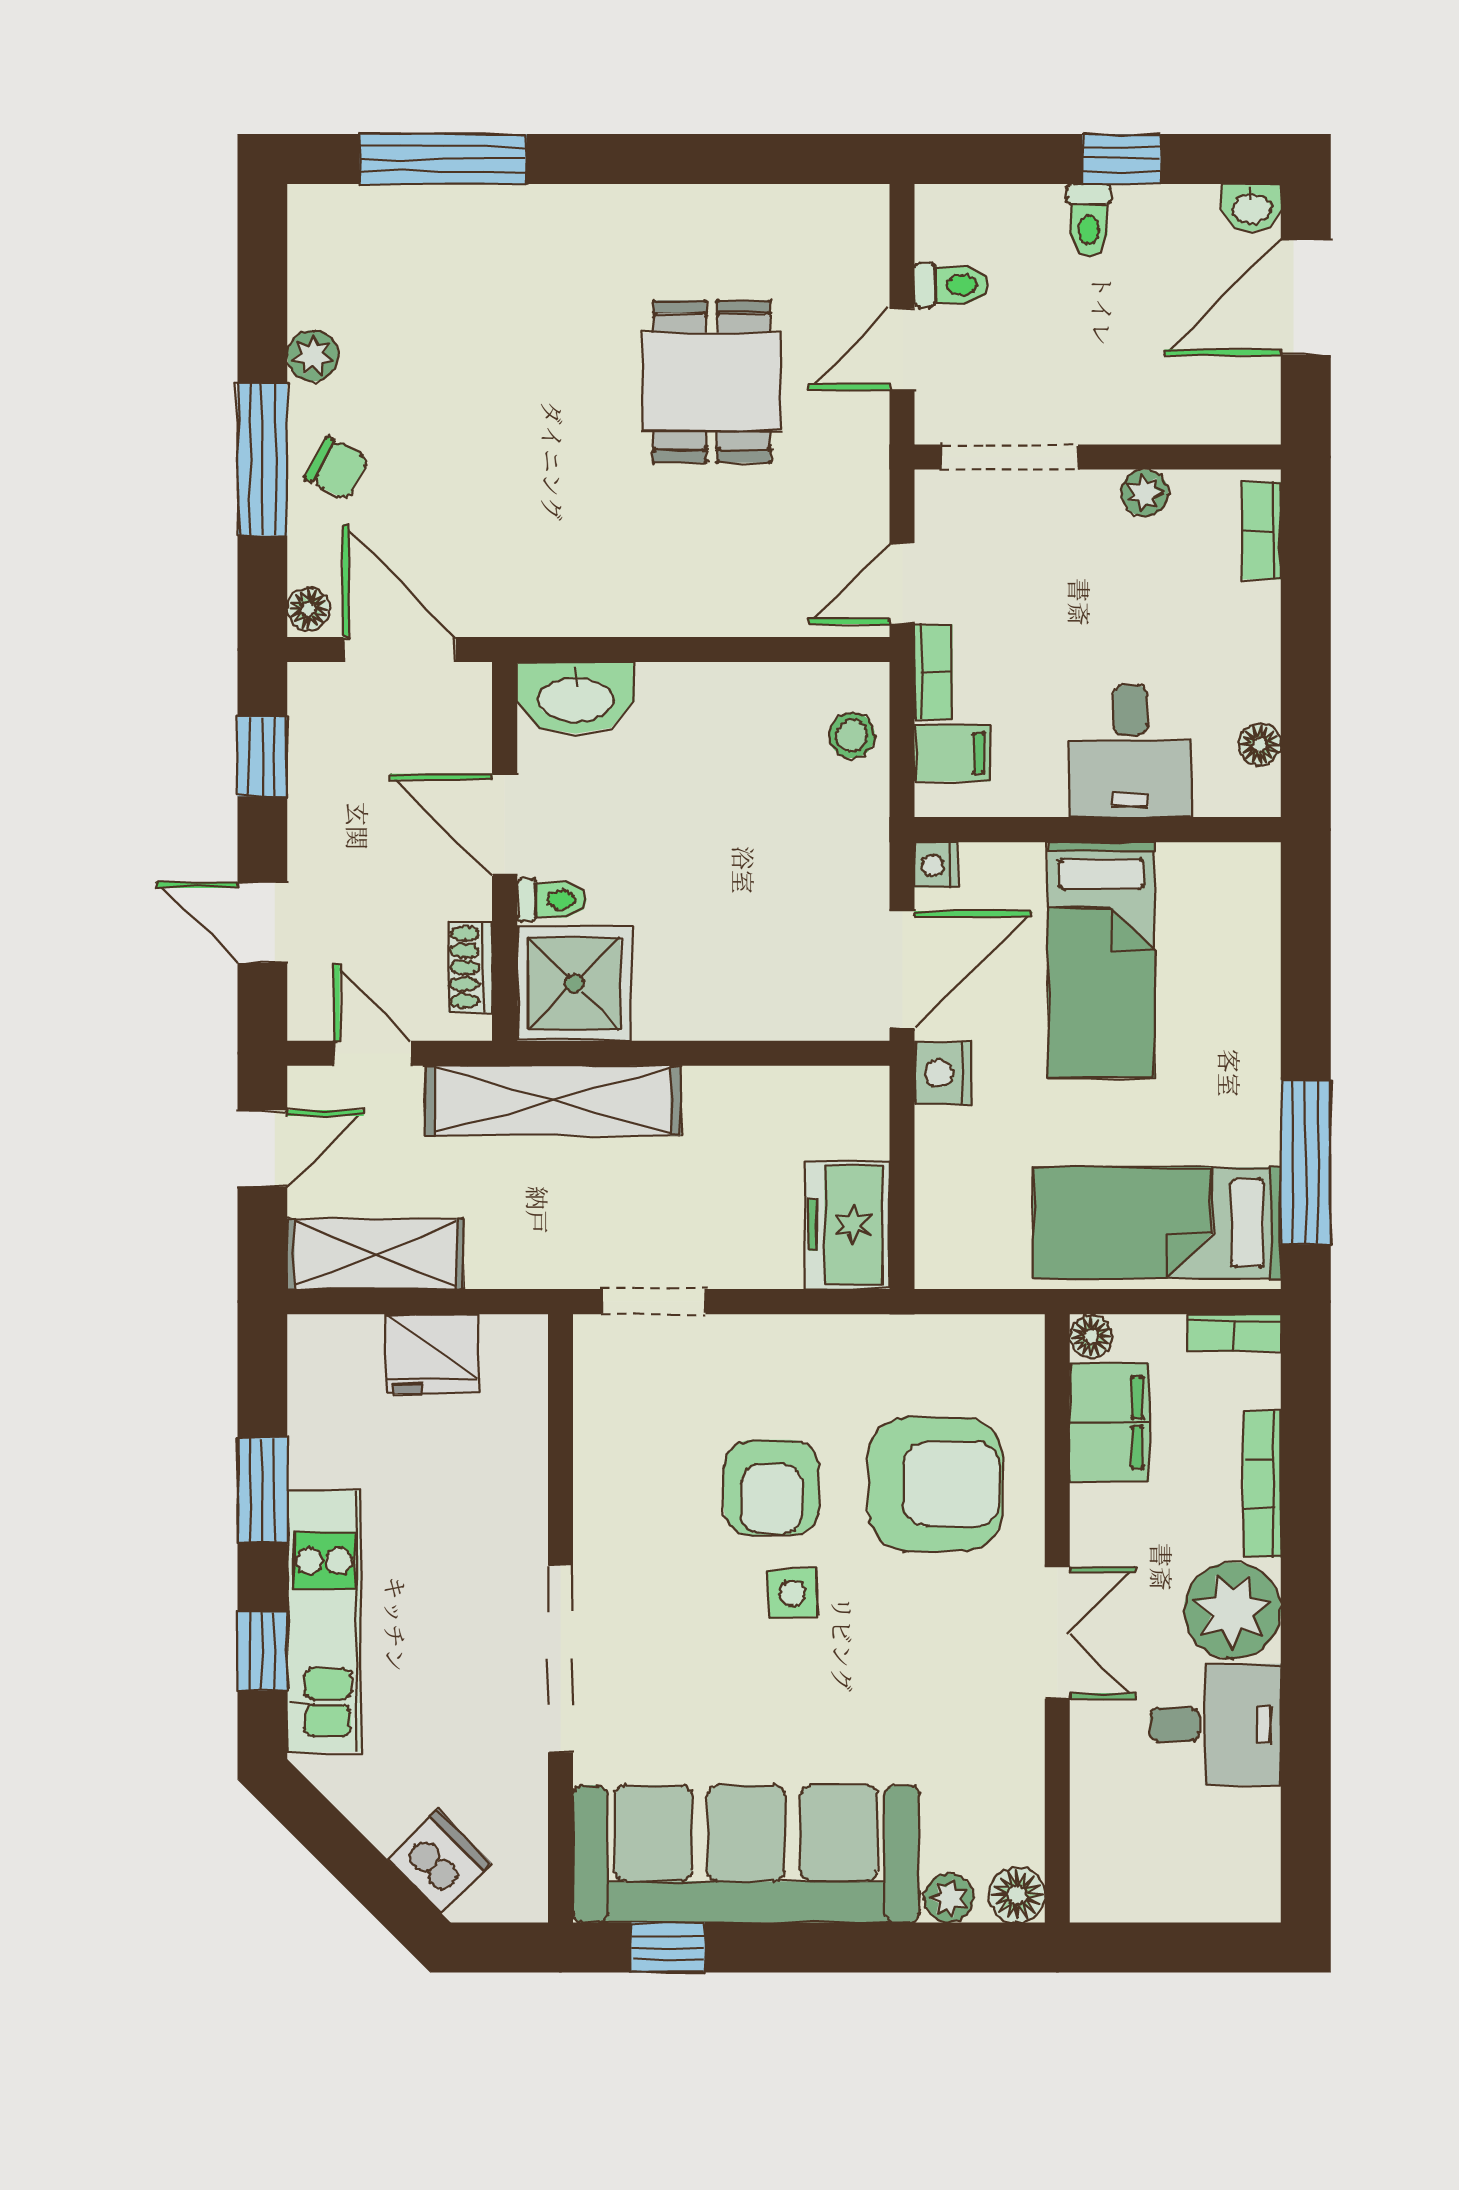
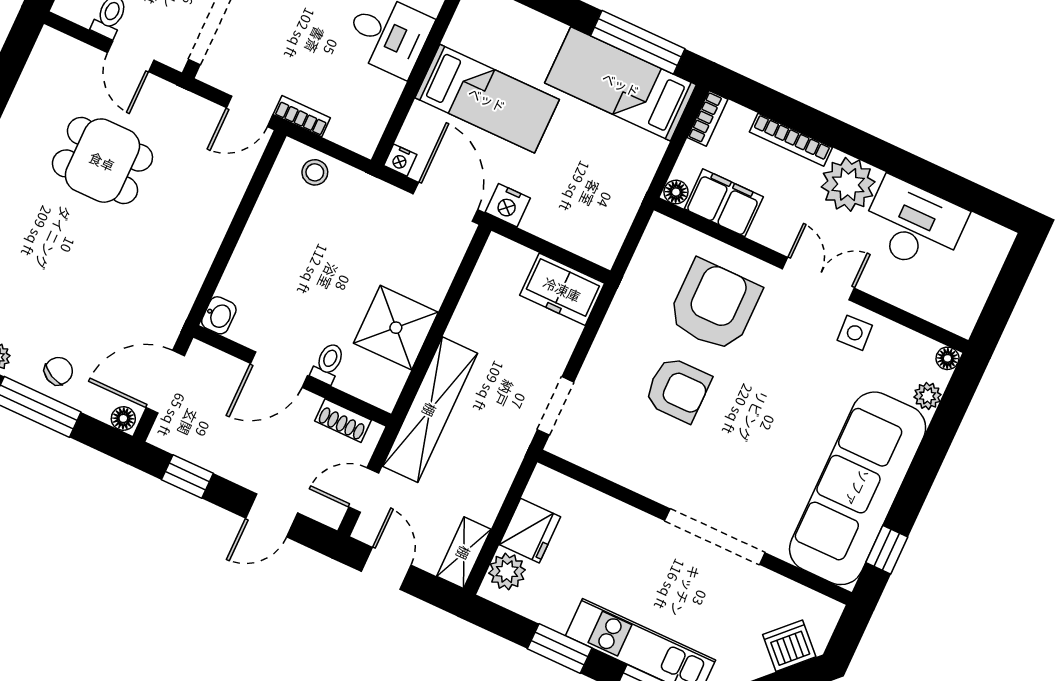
door: (902, 583) -> (249, 111), hinge flipped
washbasin: (576, 698) -> (219, 315), width x0.52, depth x0.69
filing cabinet: (952, 753) -> (347, 126), removed
shower: (574, 984) -> (396, 328), moved
bed: (1157, 1223) -> (621, 84), moved, turned 90
shelving: (375, 1254) -> (464, 553), width x0.67, depth x0.75
plant: (348, 1347) -> (507, 572), added
side table: (792, 1593) -> (855, 333), moved
desk: (1215, 1725) -> (913, 225), width x1.37
floor lamp: (1017, 1895) -> (947, 358), width x0.73, depth x0.73

